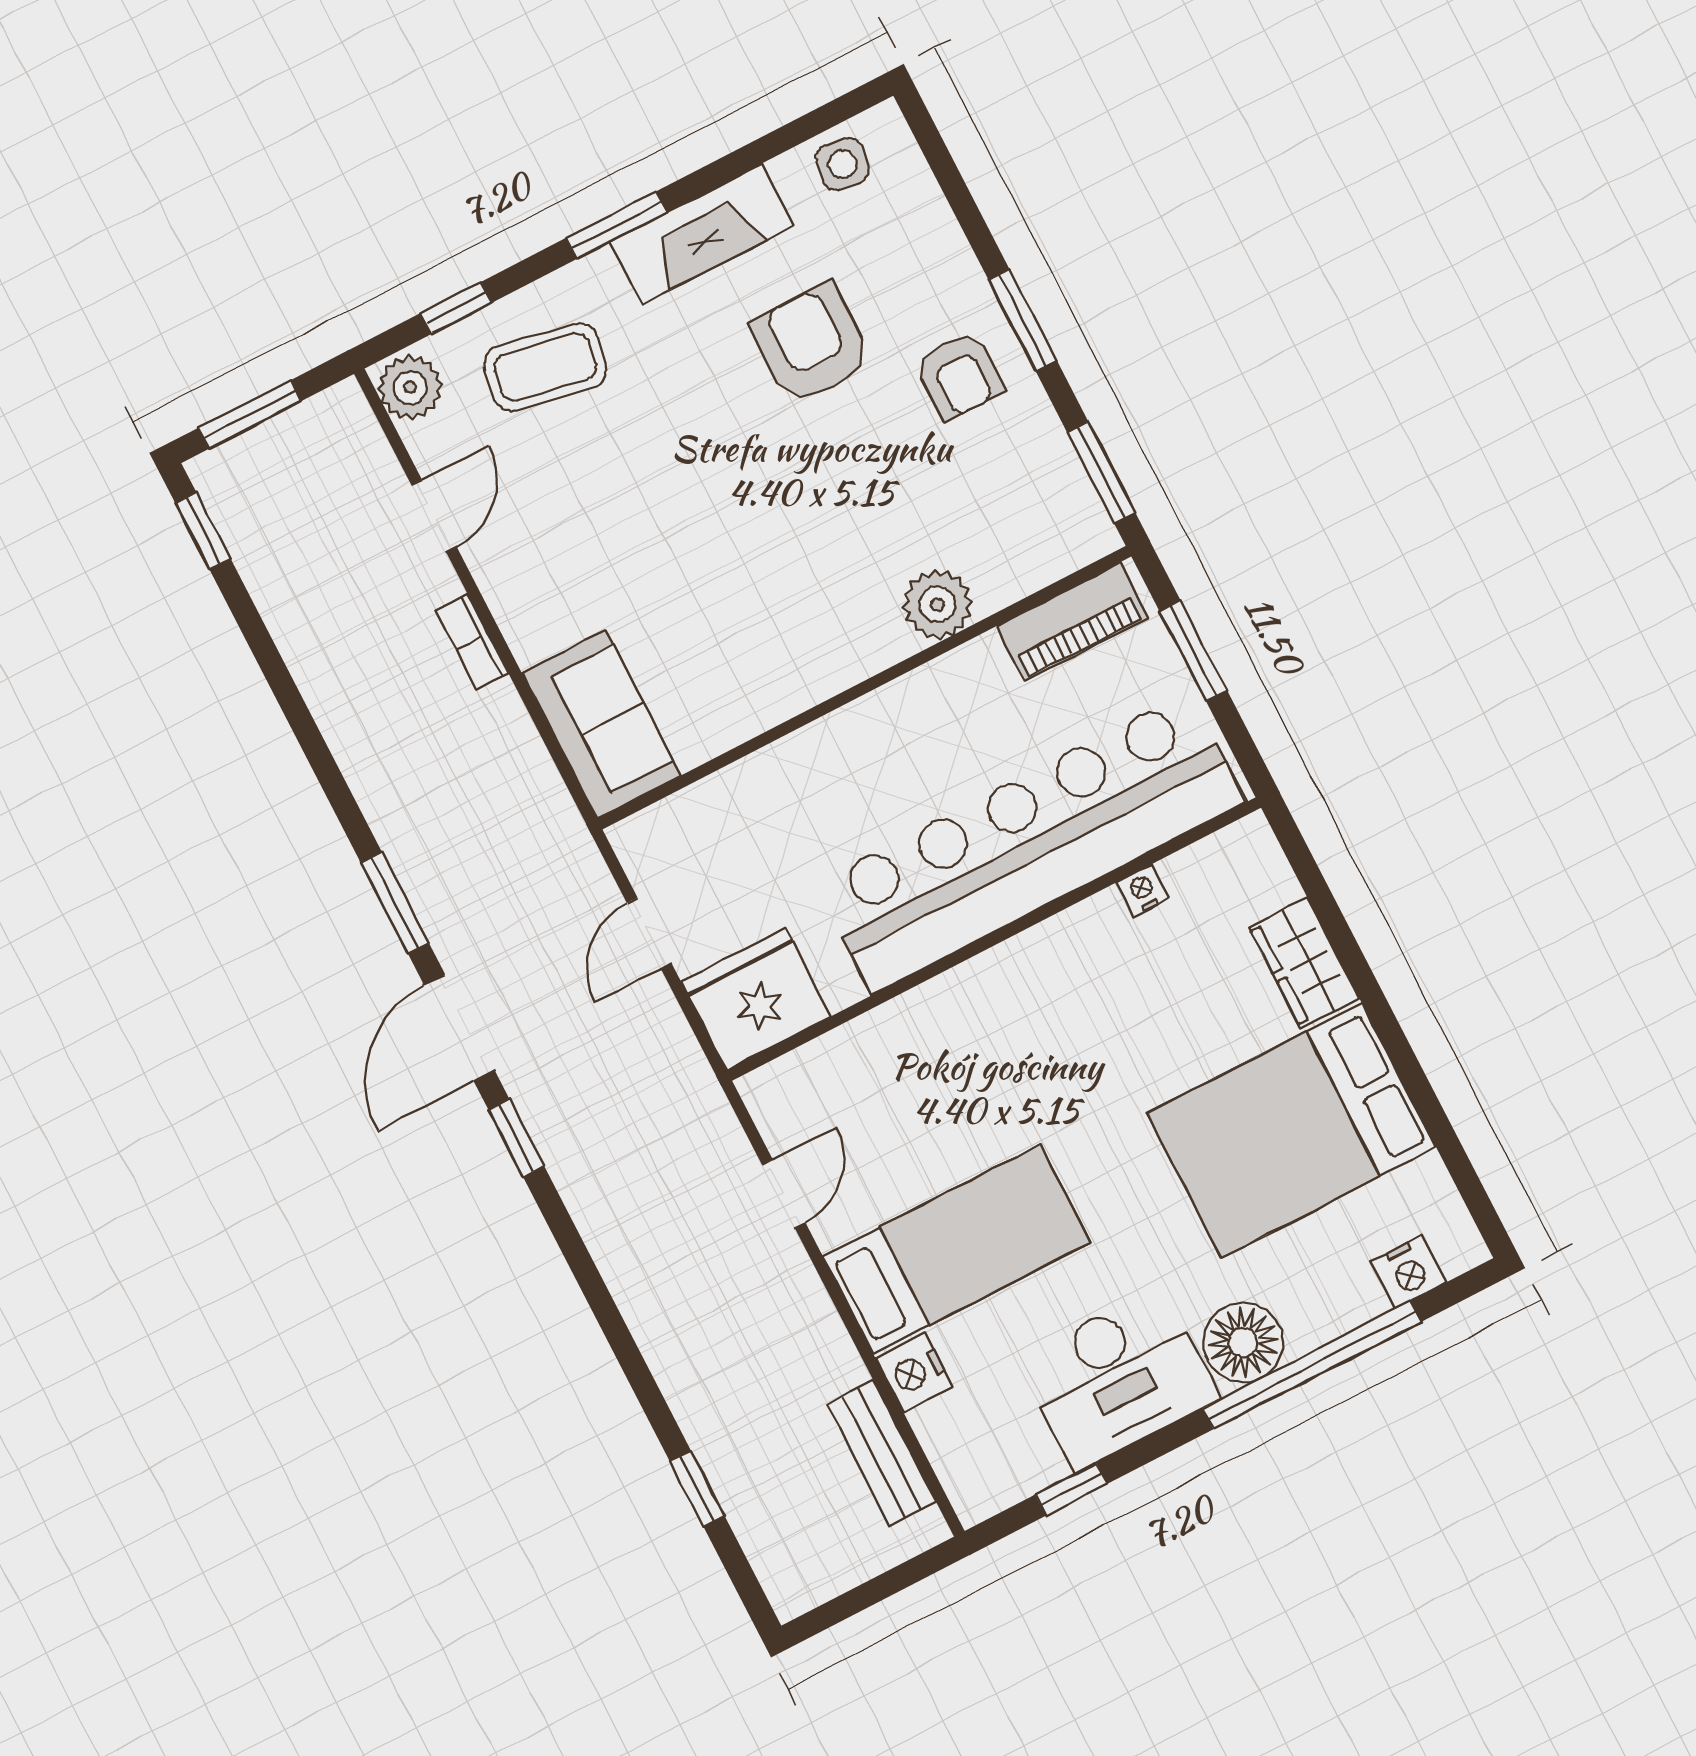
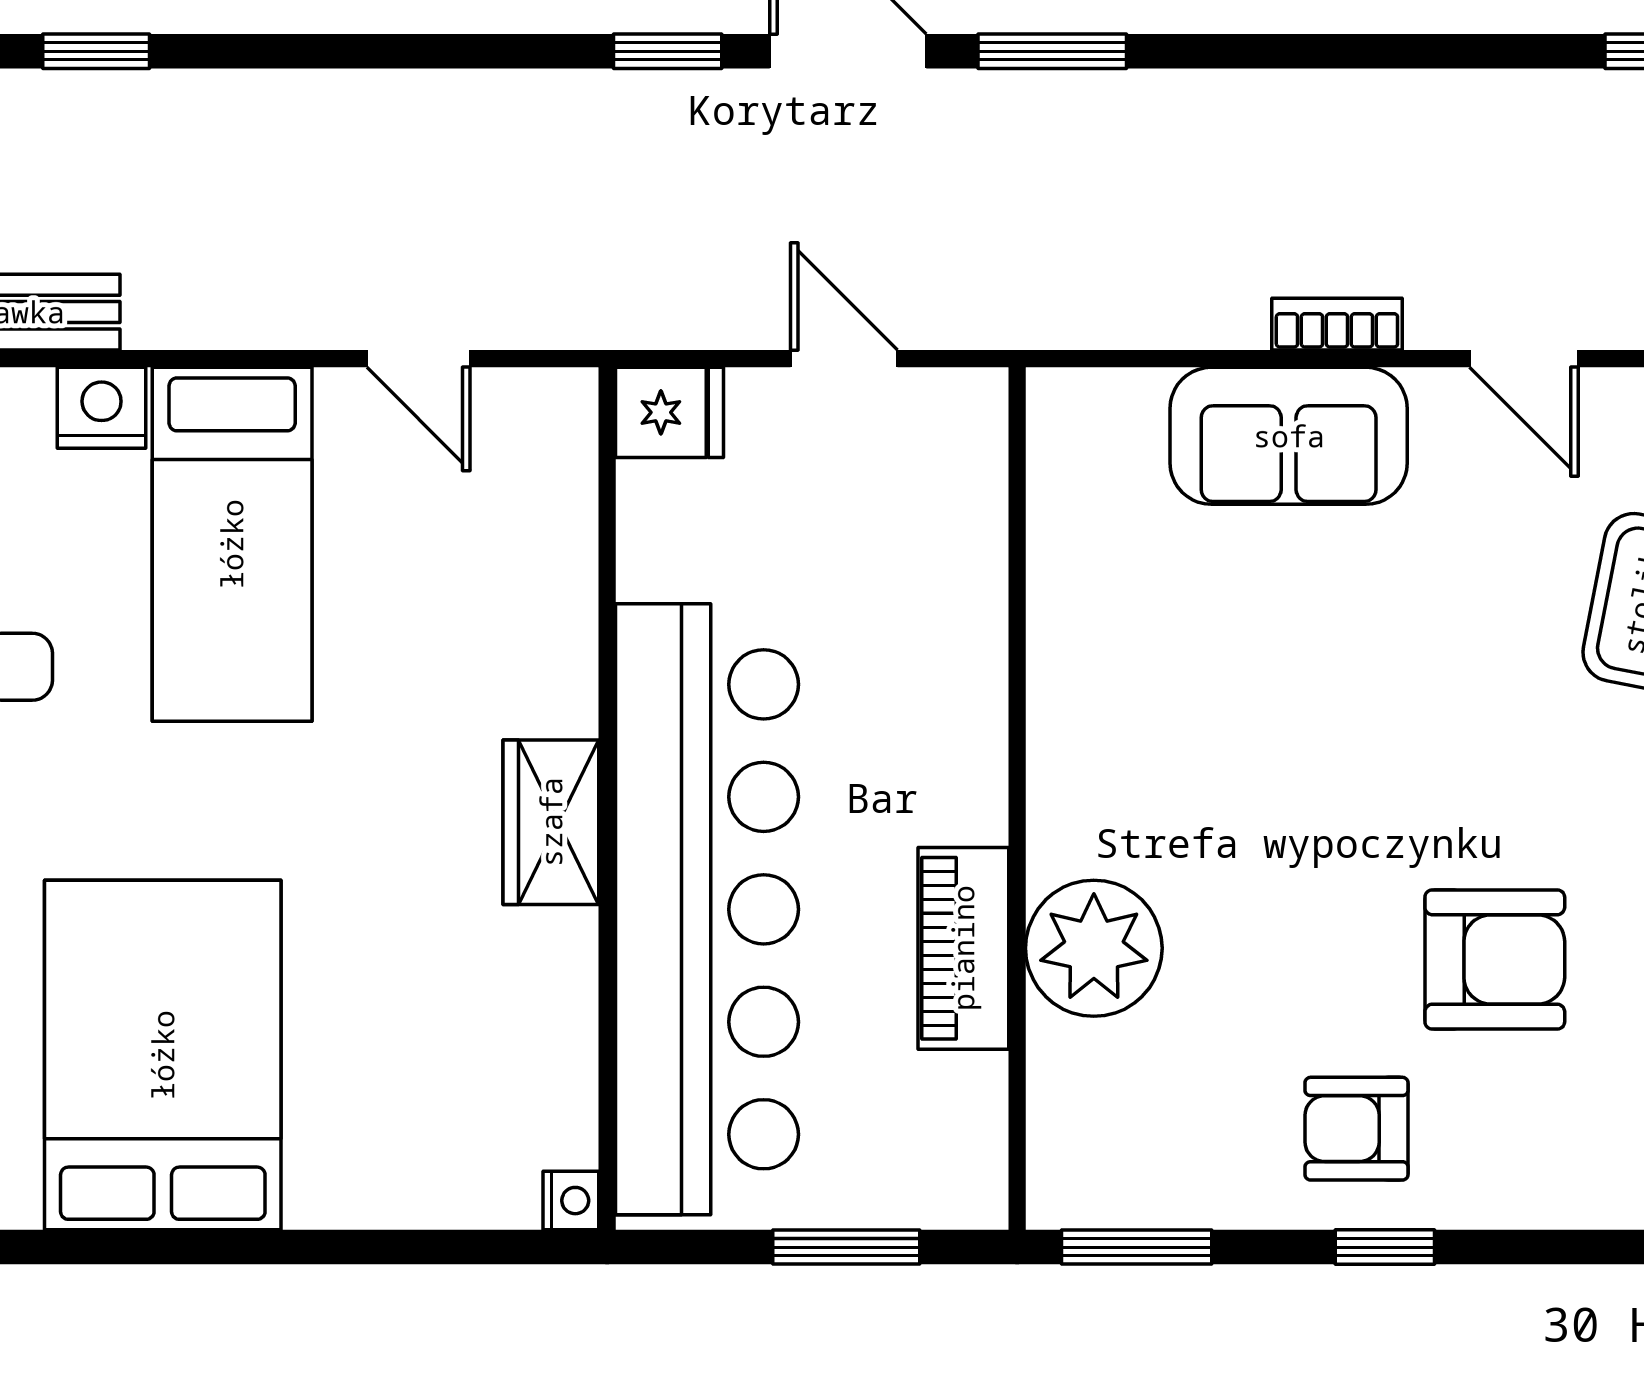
window: (1023, 320) -> (1385, 1247), width x0.67
plant: (937, 604) -> (1094, 948), width x1.36, depth x1.36
piano: (1072, 622) -> (963, 948), moved
sofa: (601, 724) -> (1289, 436), moved
nightstand: (1143, 890) -> (571, 1201), moved
wardrobe: (1304, 963) -> (551, 822), moved, turned -90
fridge: (756, 999) -> (670, 412), width x0.53, depth x0.75

